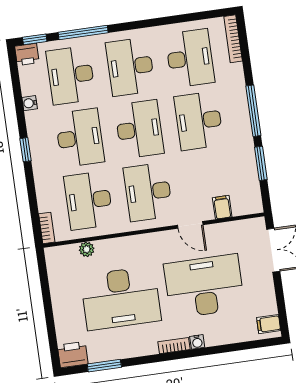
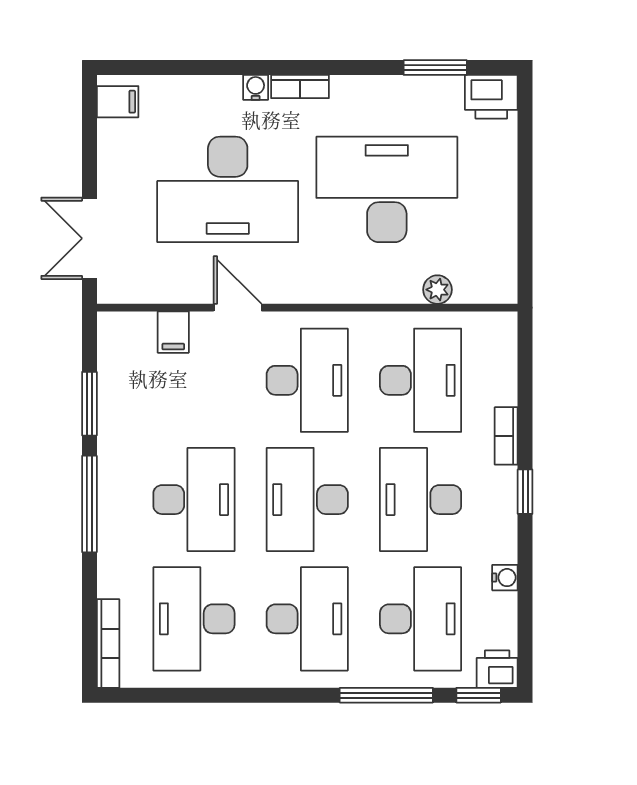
bookcase: (47, 228) -> (506, 436), moved

